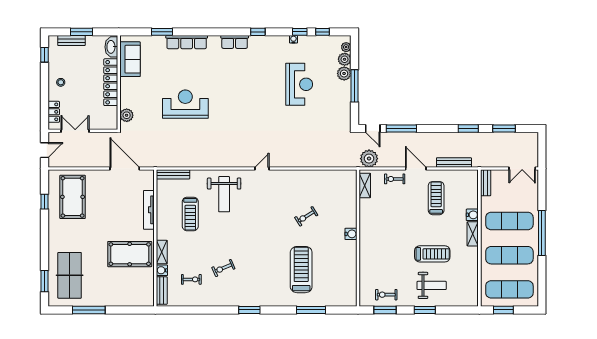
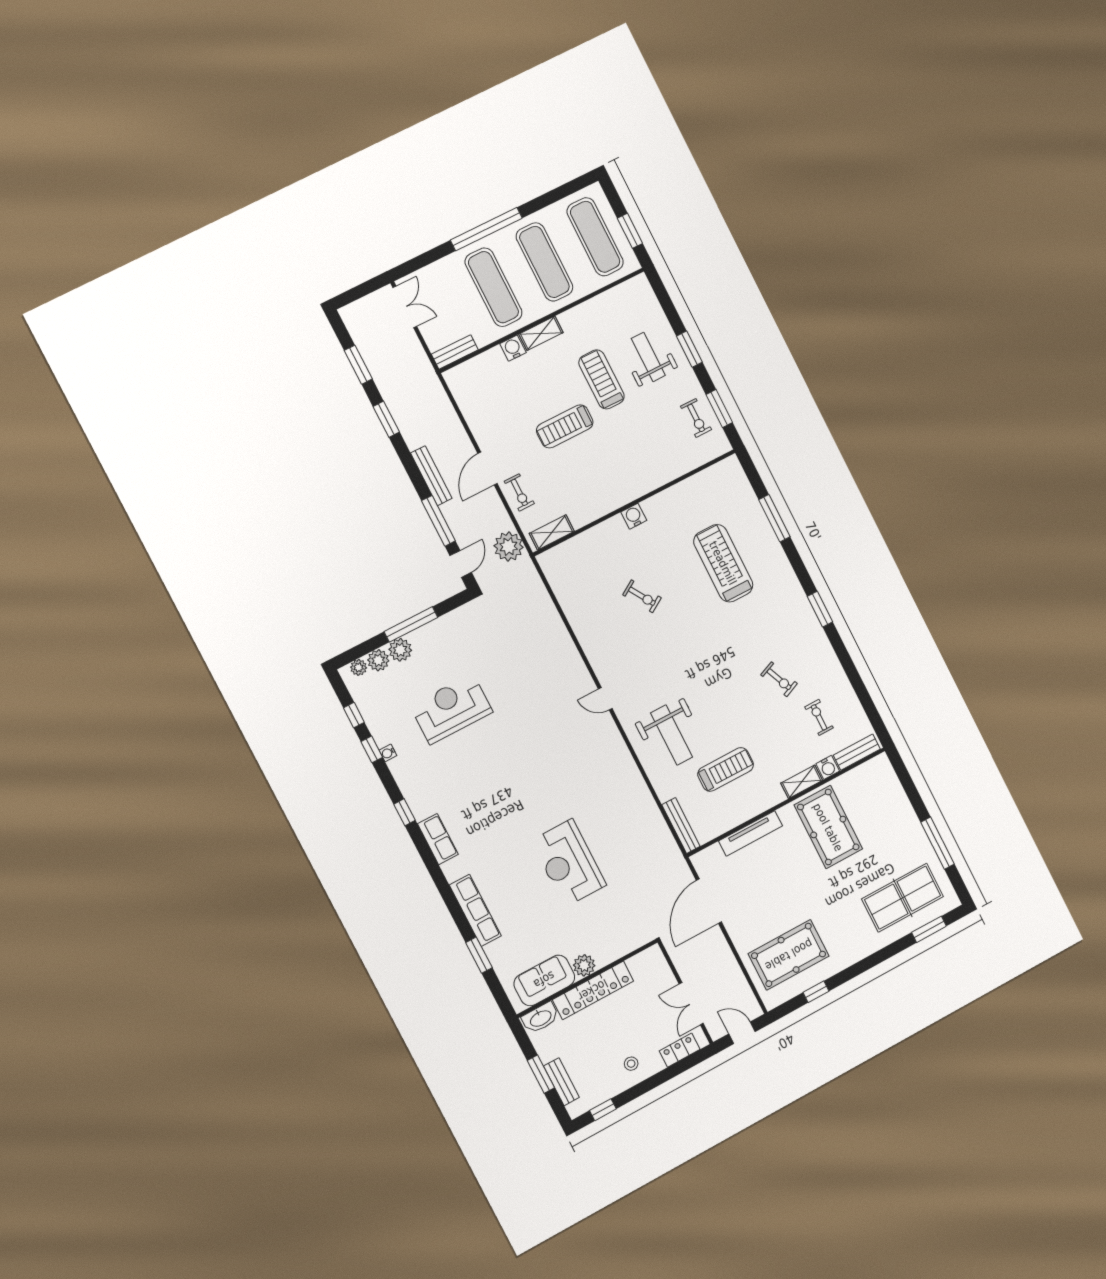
plant: (127, 115) -> (584, 965), moved
bench: (454, 162) -> (431, 476), moved
weight bench: (224, 194) -> (672, 735), turned 90
treadmill: (436, 198) -> (565, 426), moved
treadmill: (301, 270) -> (723, 563), turned 90

